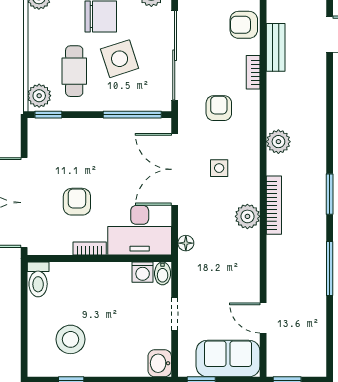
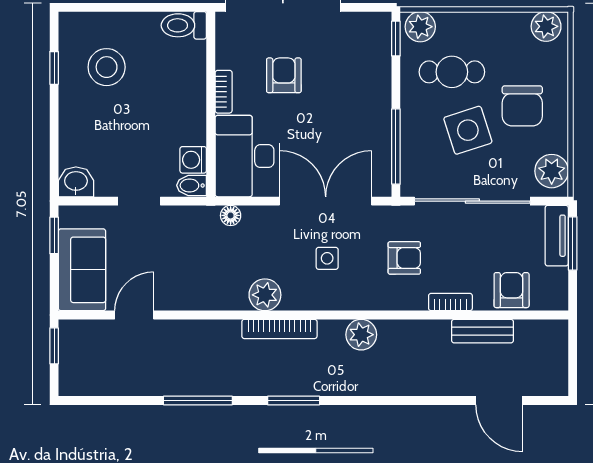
armchair: (77, 202) -> (284, 75), turned -90

